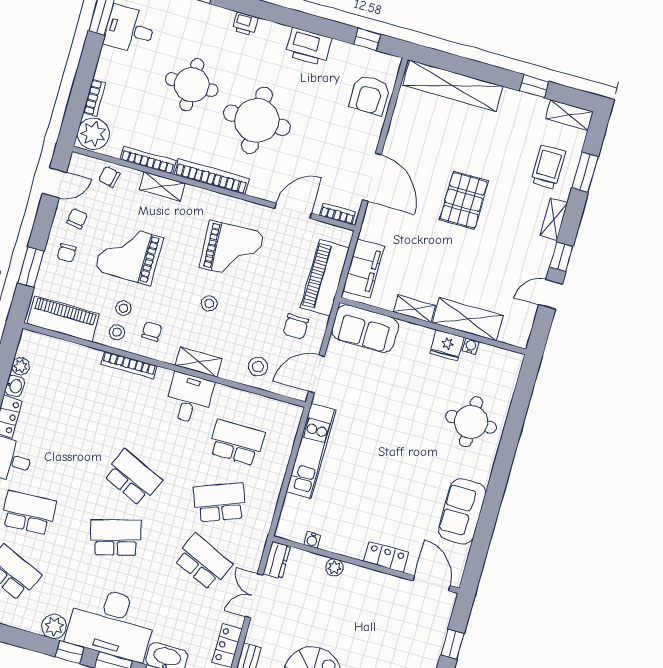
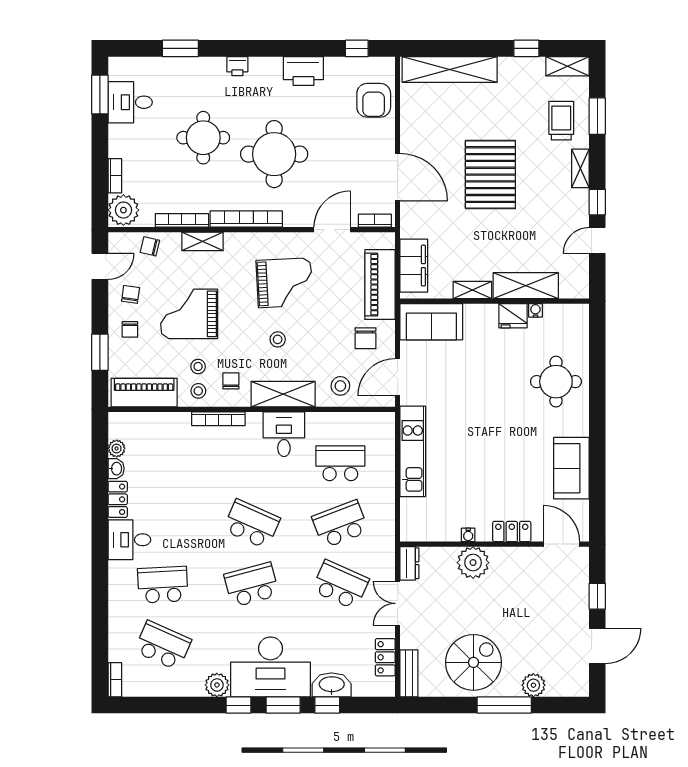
pallet: (464, 200) -> (490, 175), width x1.37, depth x1.41
shelving: (199, 362) -> (283, 394), width x1.50, depth x1.33
water cooler: (312, 540) -> (468, 535), moved
plant: (334, 567) -> (473, 563), width x1.87, depth x1.87

